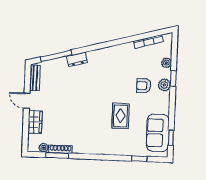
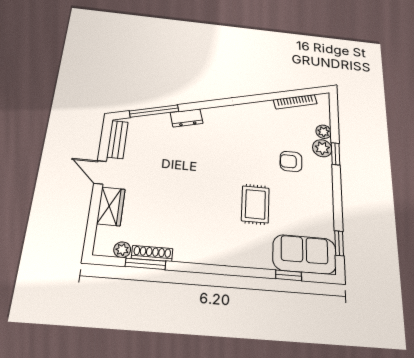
plant: (164, 85) -> (322, 148), moved
sofa: (158, 133) -> (304, 254), moved, turned 90

